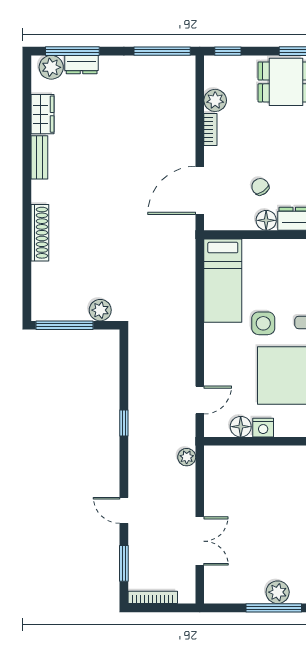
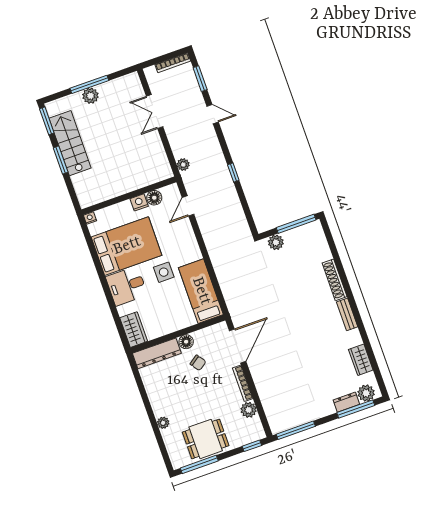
bookcase: (210, 129) -> (243, 383), width x1.56
bench: (39, 157) -> (347, 314), moved

